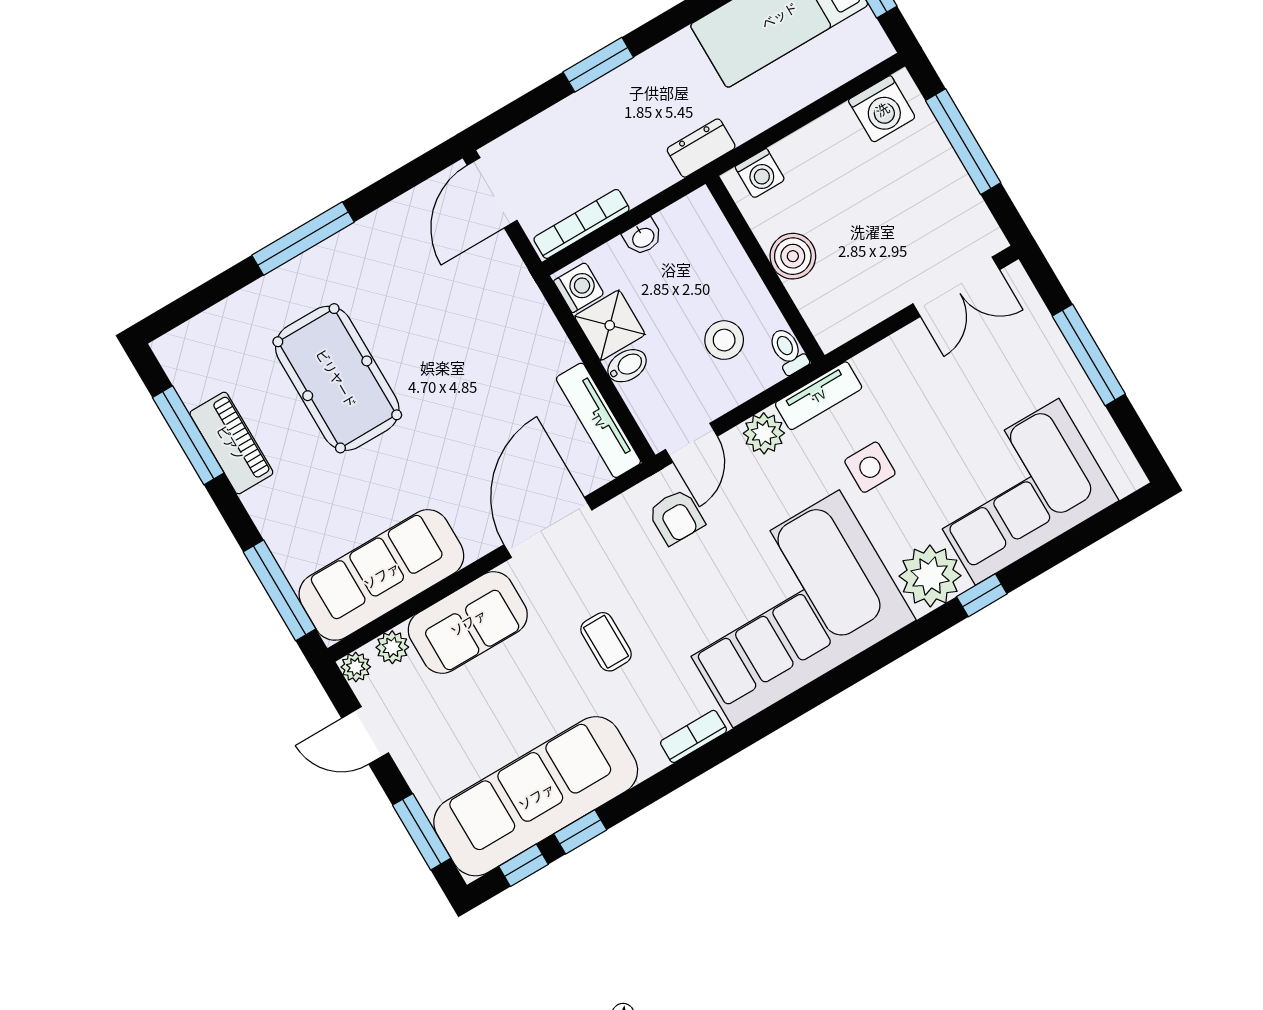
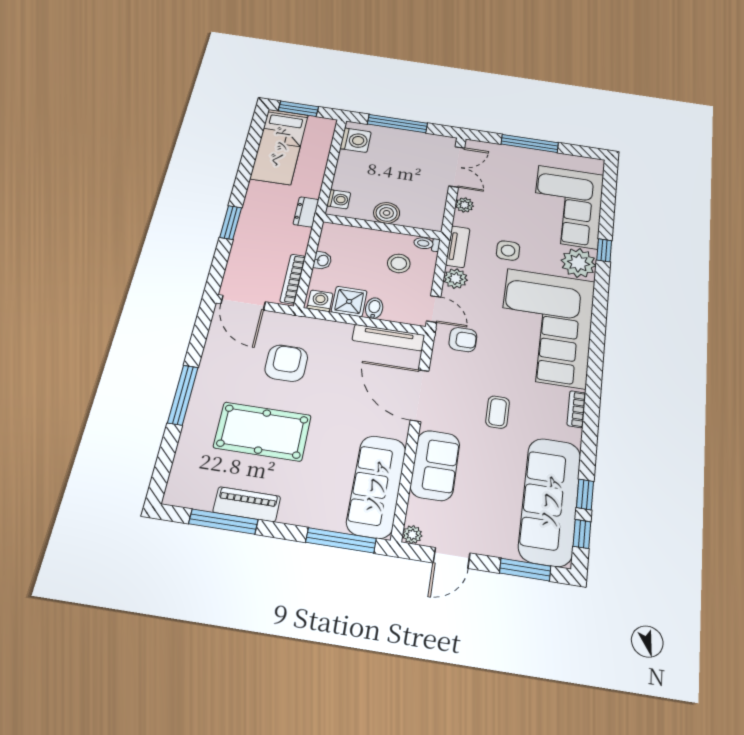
armchair: (453, 325) -> (286, 363), added
coffee table: (606, 642) -> (498, 412), turned 90
plant: (392, 647) -> (464, 205), moved

